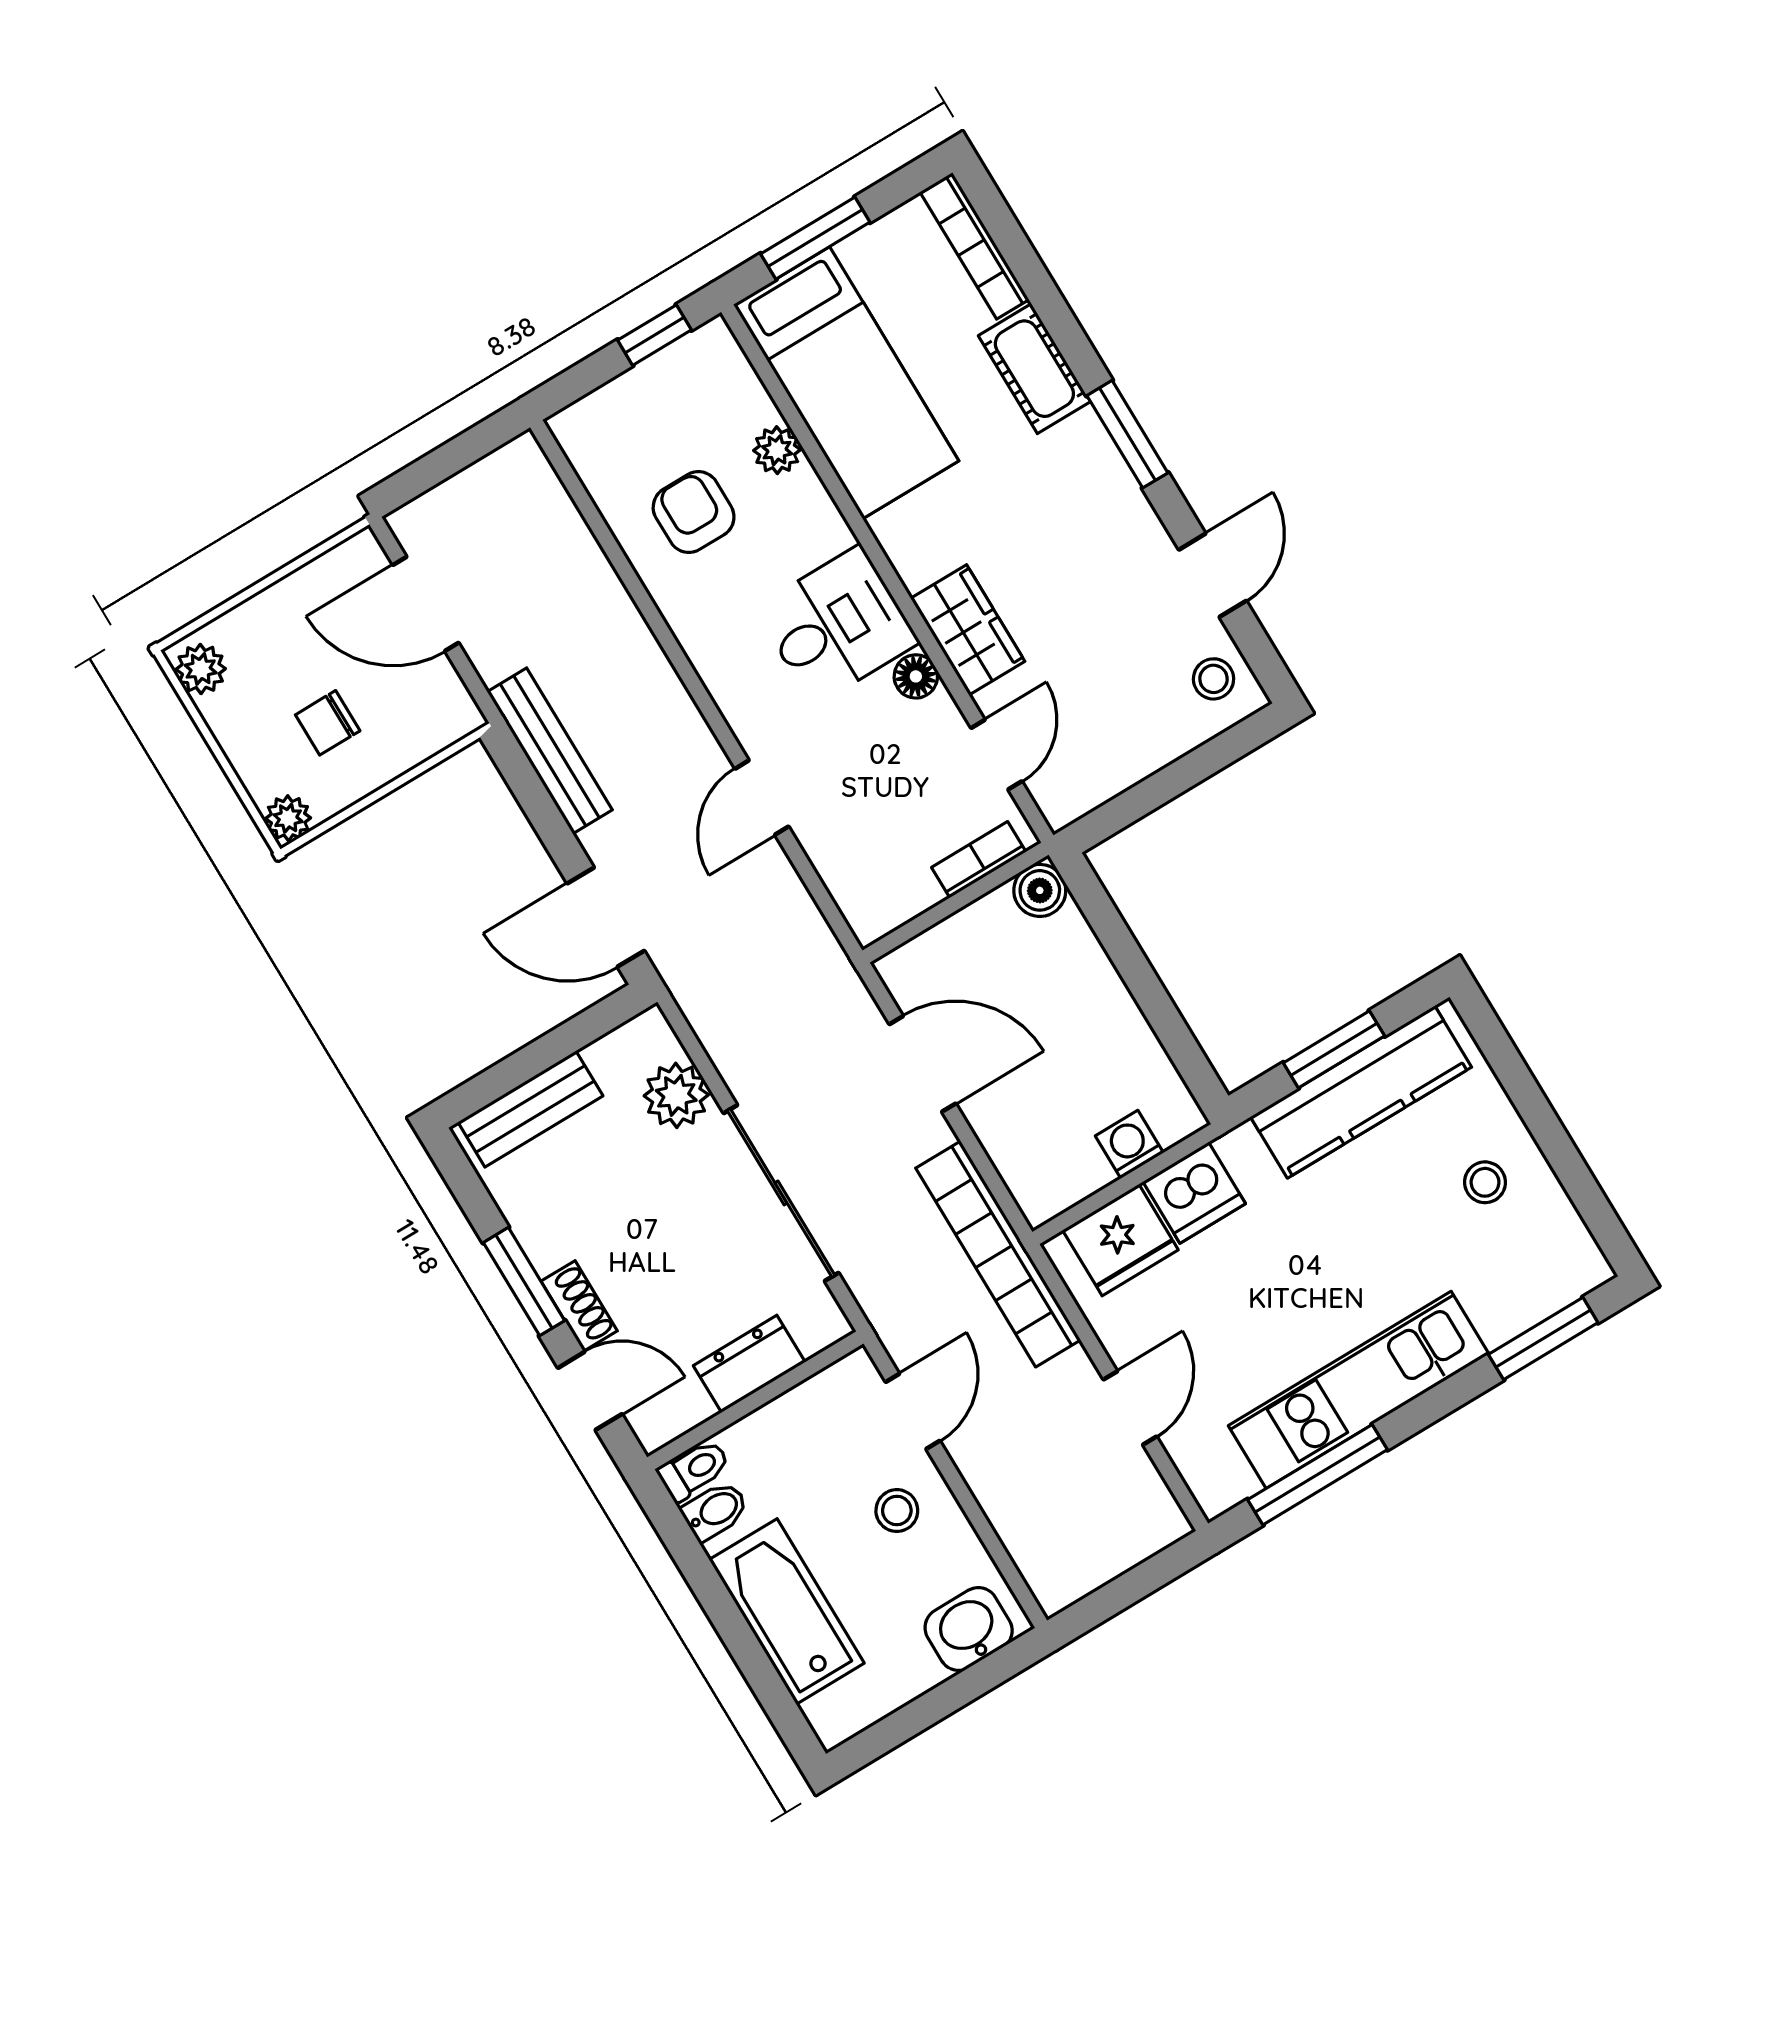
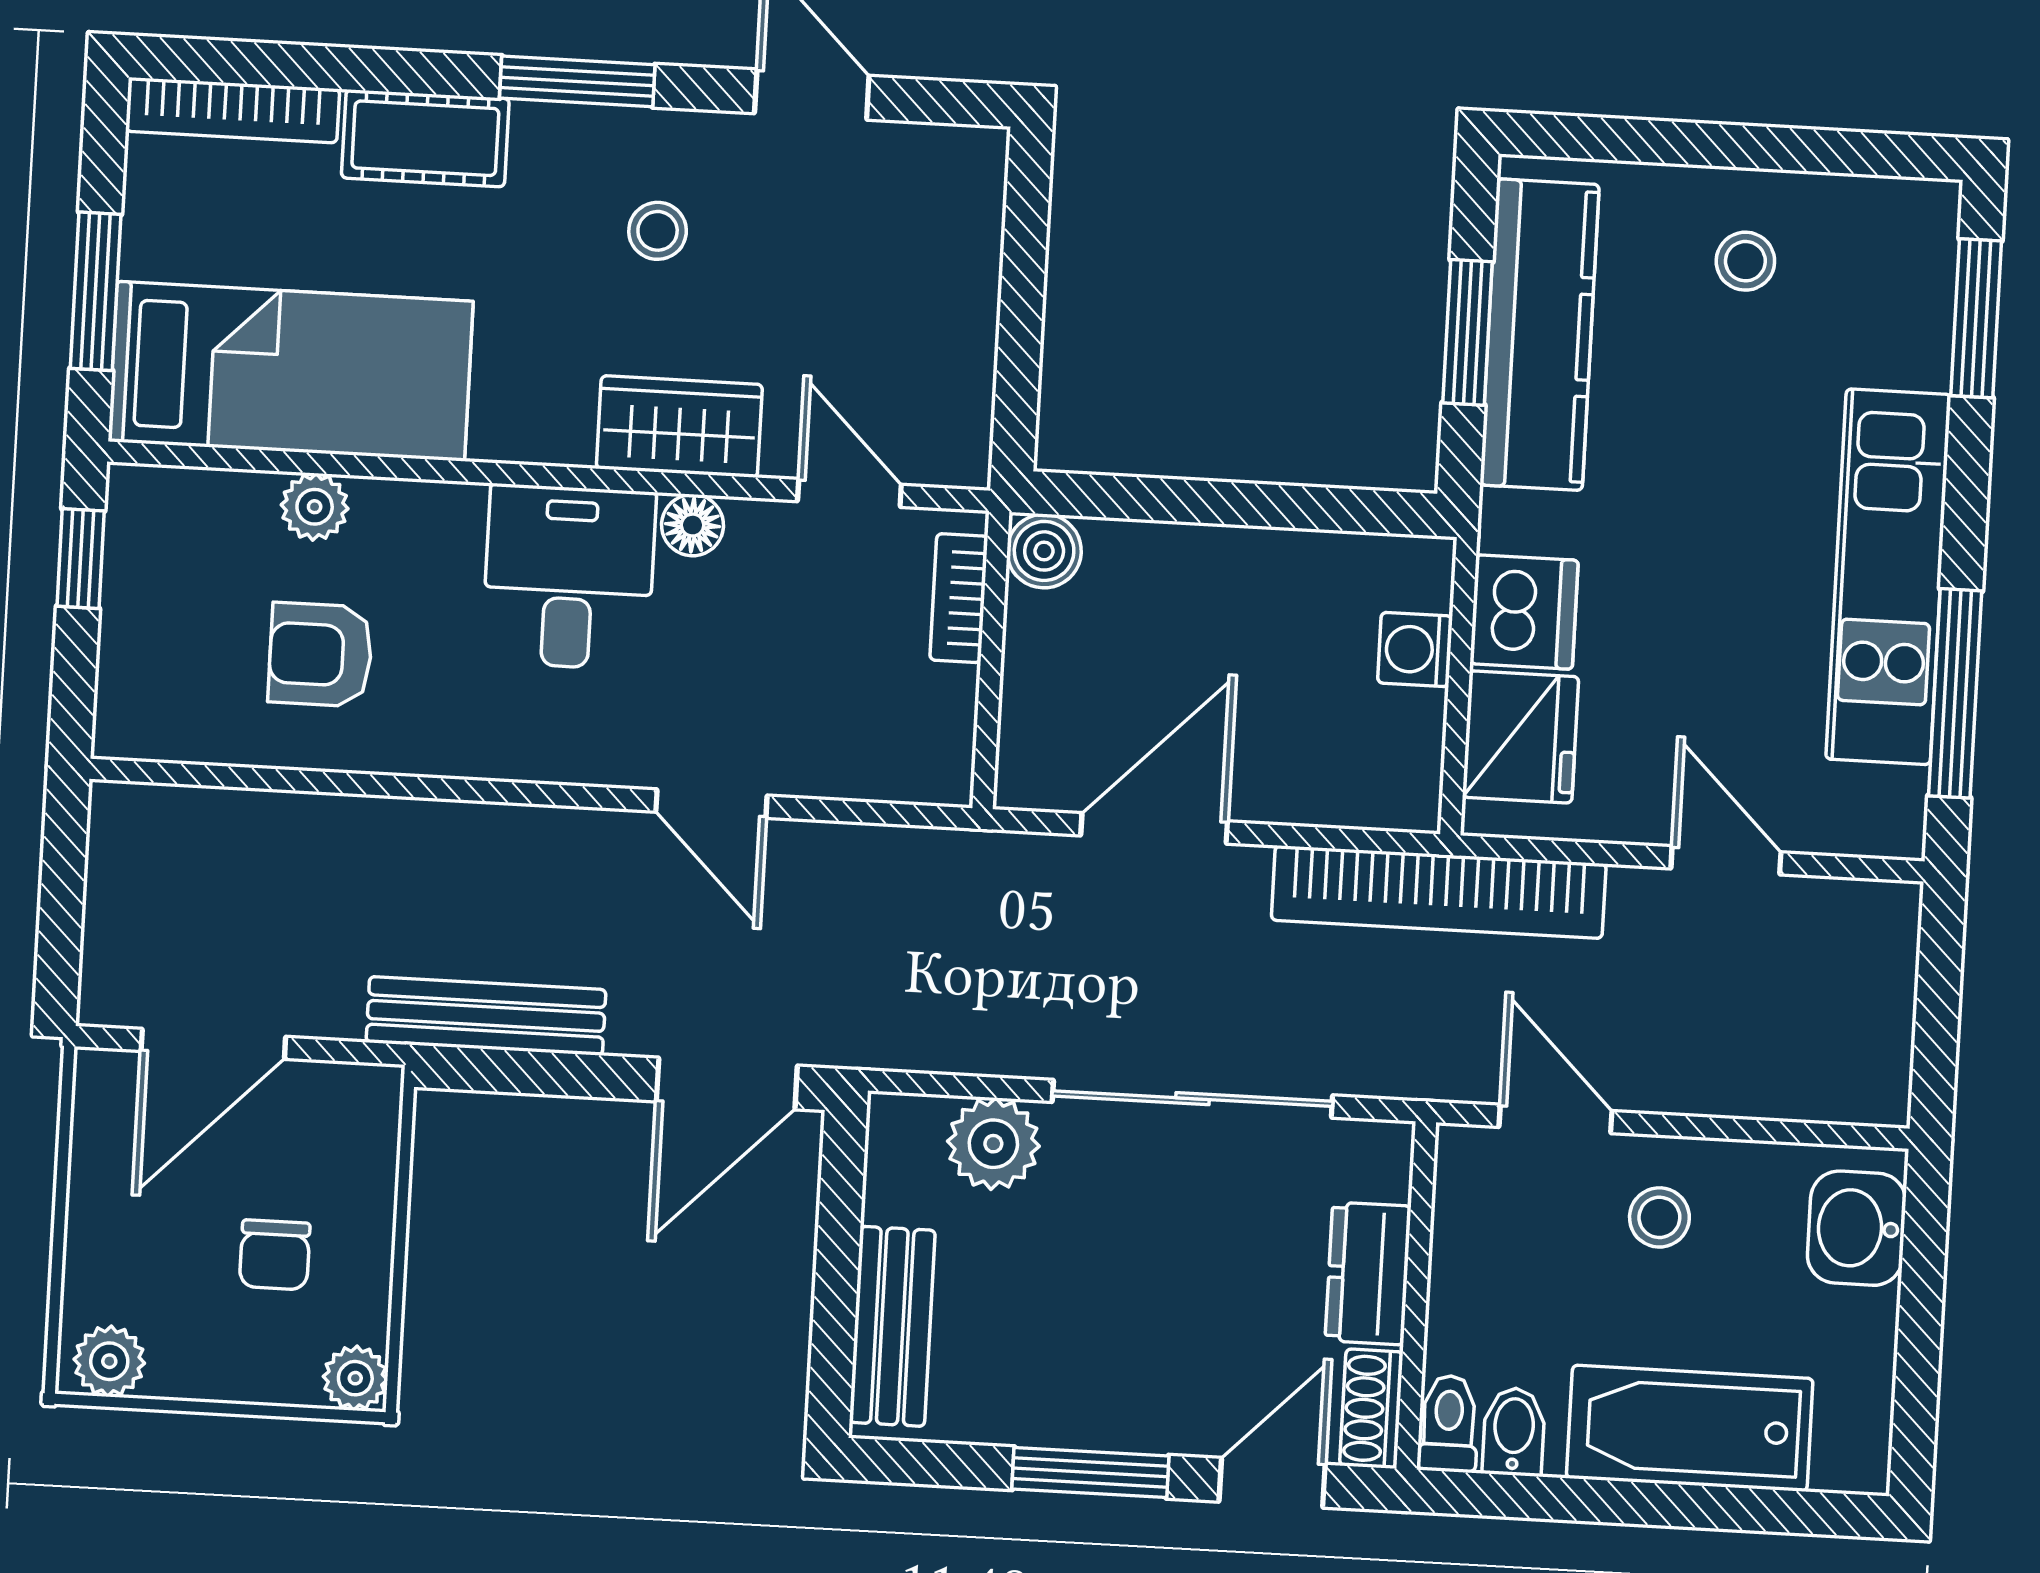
stool: (1214, 679) -> (658, 231), moved
shoe rack: (579, 1306) -> (1371, 1409), moved, turned -90

